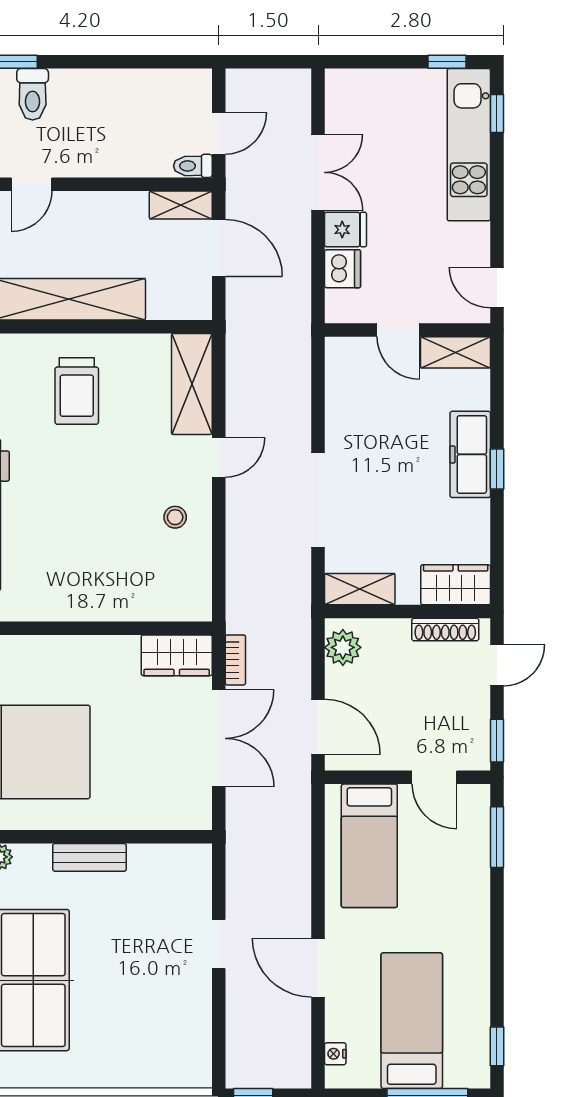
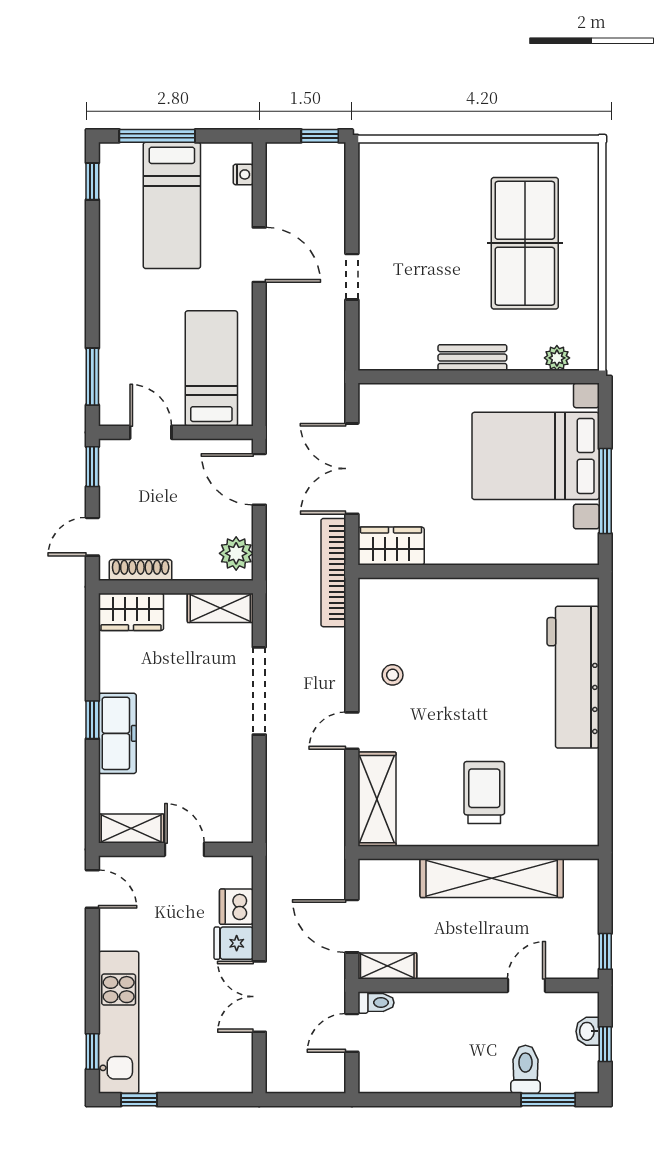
bookcase: (235, 660) -> (333, 573), width x2.31, depth x1.31

